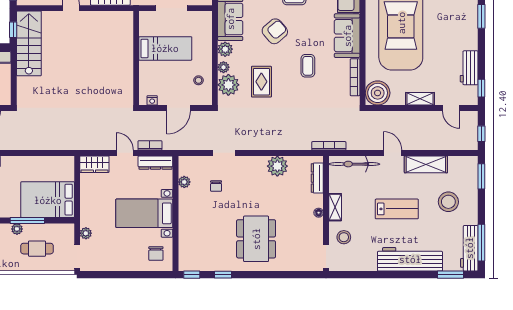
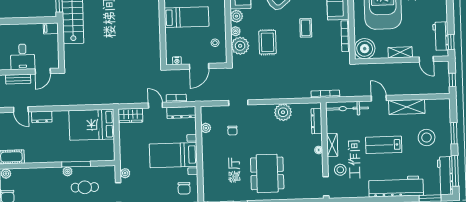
workbench: (469, 68) -> (441, 36), moved
window: (481, 176) -> (454, 133), moved
bed: (48, 200) -> (92, 125), moved
lab bench: (397, 209) -> (384, 145), turned 180

